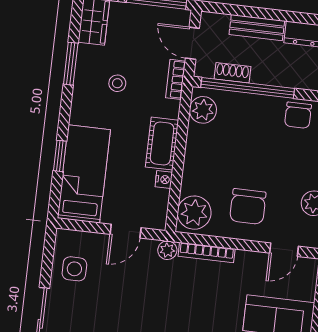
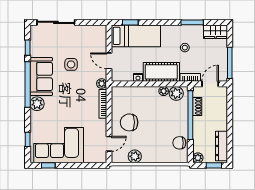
bench: (257, 28) -> (222, 116), removed
cot: (162, 144) -> (161, 72), width x1.37, depth x1.34
window: (60, 156) -> (130, 22), moved
plant: (194, 213) -> (164, 91), moved, width x0.53, depth x0.53
door: (284, 250) -> (109, 144), swing flipped
side table: (74, 269) -> (71, 64), moved

